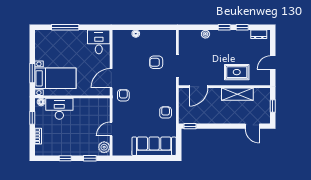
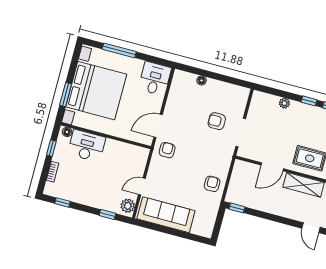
bed with nightstands: (55, 78) -> (96, 91), width x1.85
door: (198, 87) -> (272, 167), moved
sofa: (154, 146) -> (166, 215), moved
window: (65, 158) -> (62, 202), moved

